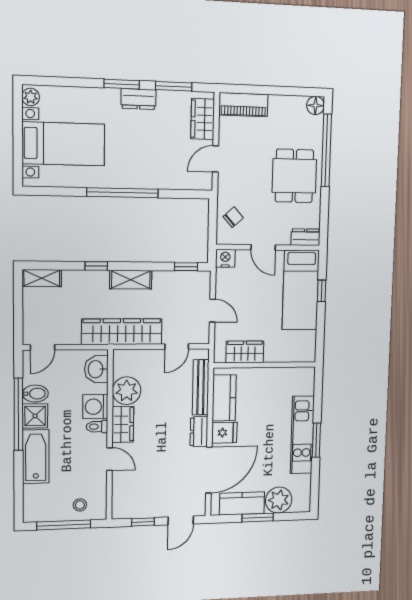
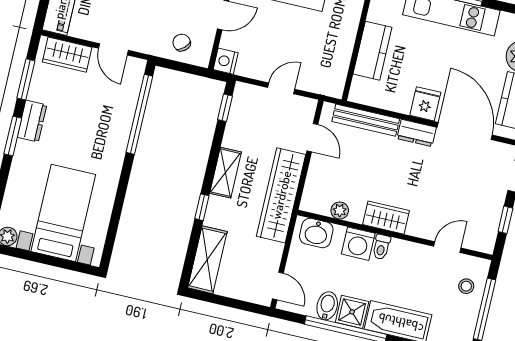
window: (123, 193) -> (139, 114), moved
shelving: (42, 278) -> (207, 260), width x1.50, depth x1.33
wardrobe: (245, 352) -> (337, 61), removed
plant: (127, 391) -> (340, 210), width x0.53, depth x0.53
kitchen counter: (224, 398) -> (372, 51), moved, turned 90
door: (109, 459) -> (447, 247), moved

